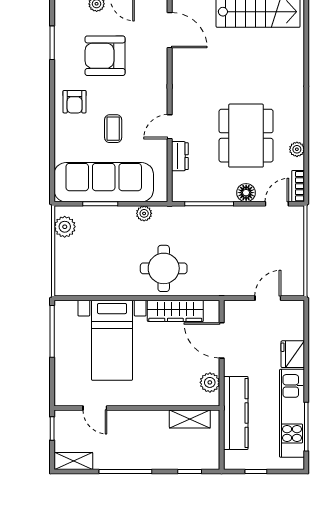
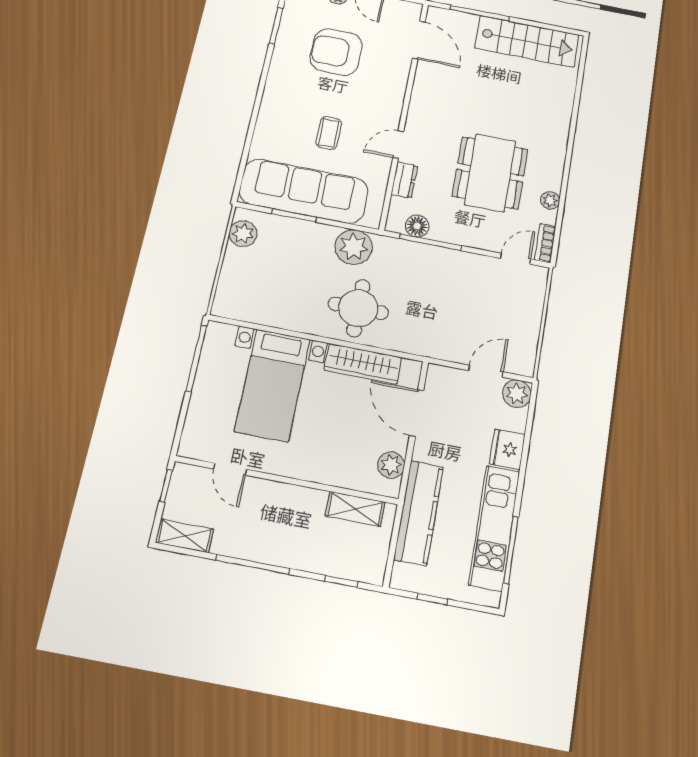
armchair: (75, 102) -> (288, 94), removed
floor lamp: (246, 193) -> (417, 226), moved
plant: (144, 213) -> (354, 247), width x1.88, depth x1.88
plant: (294, 311) -> (517, 394), added

